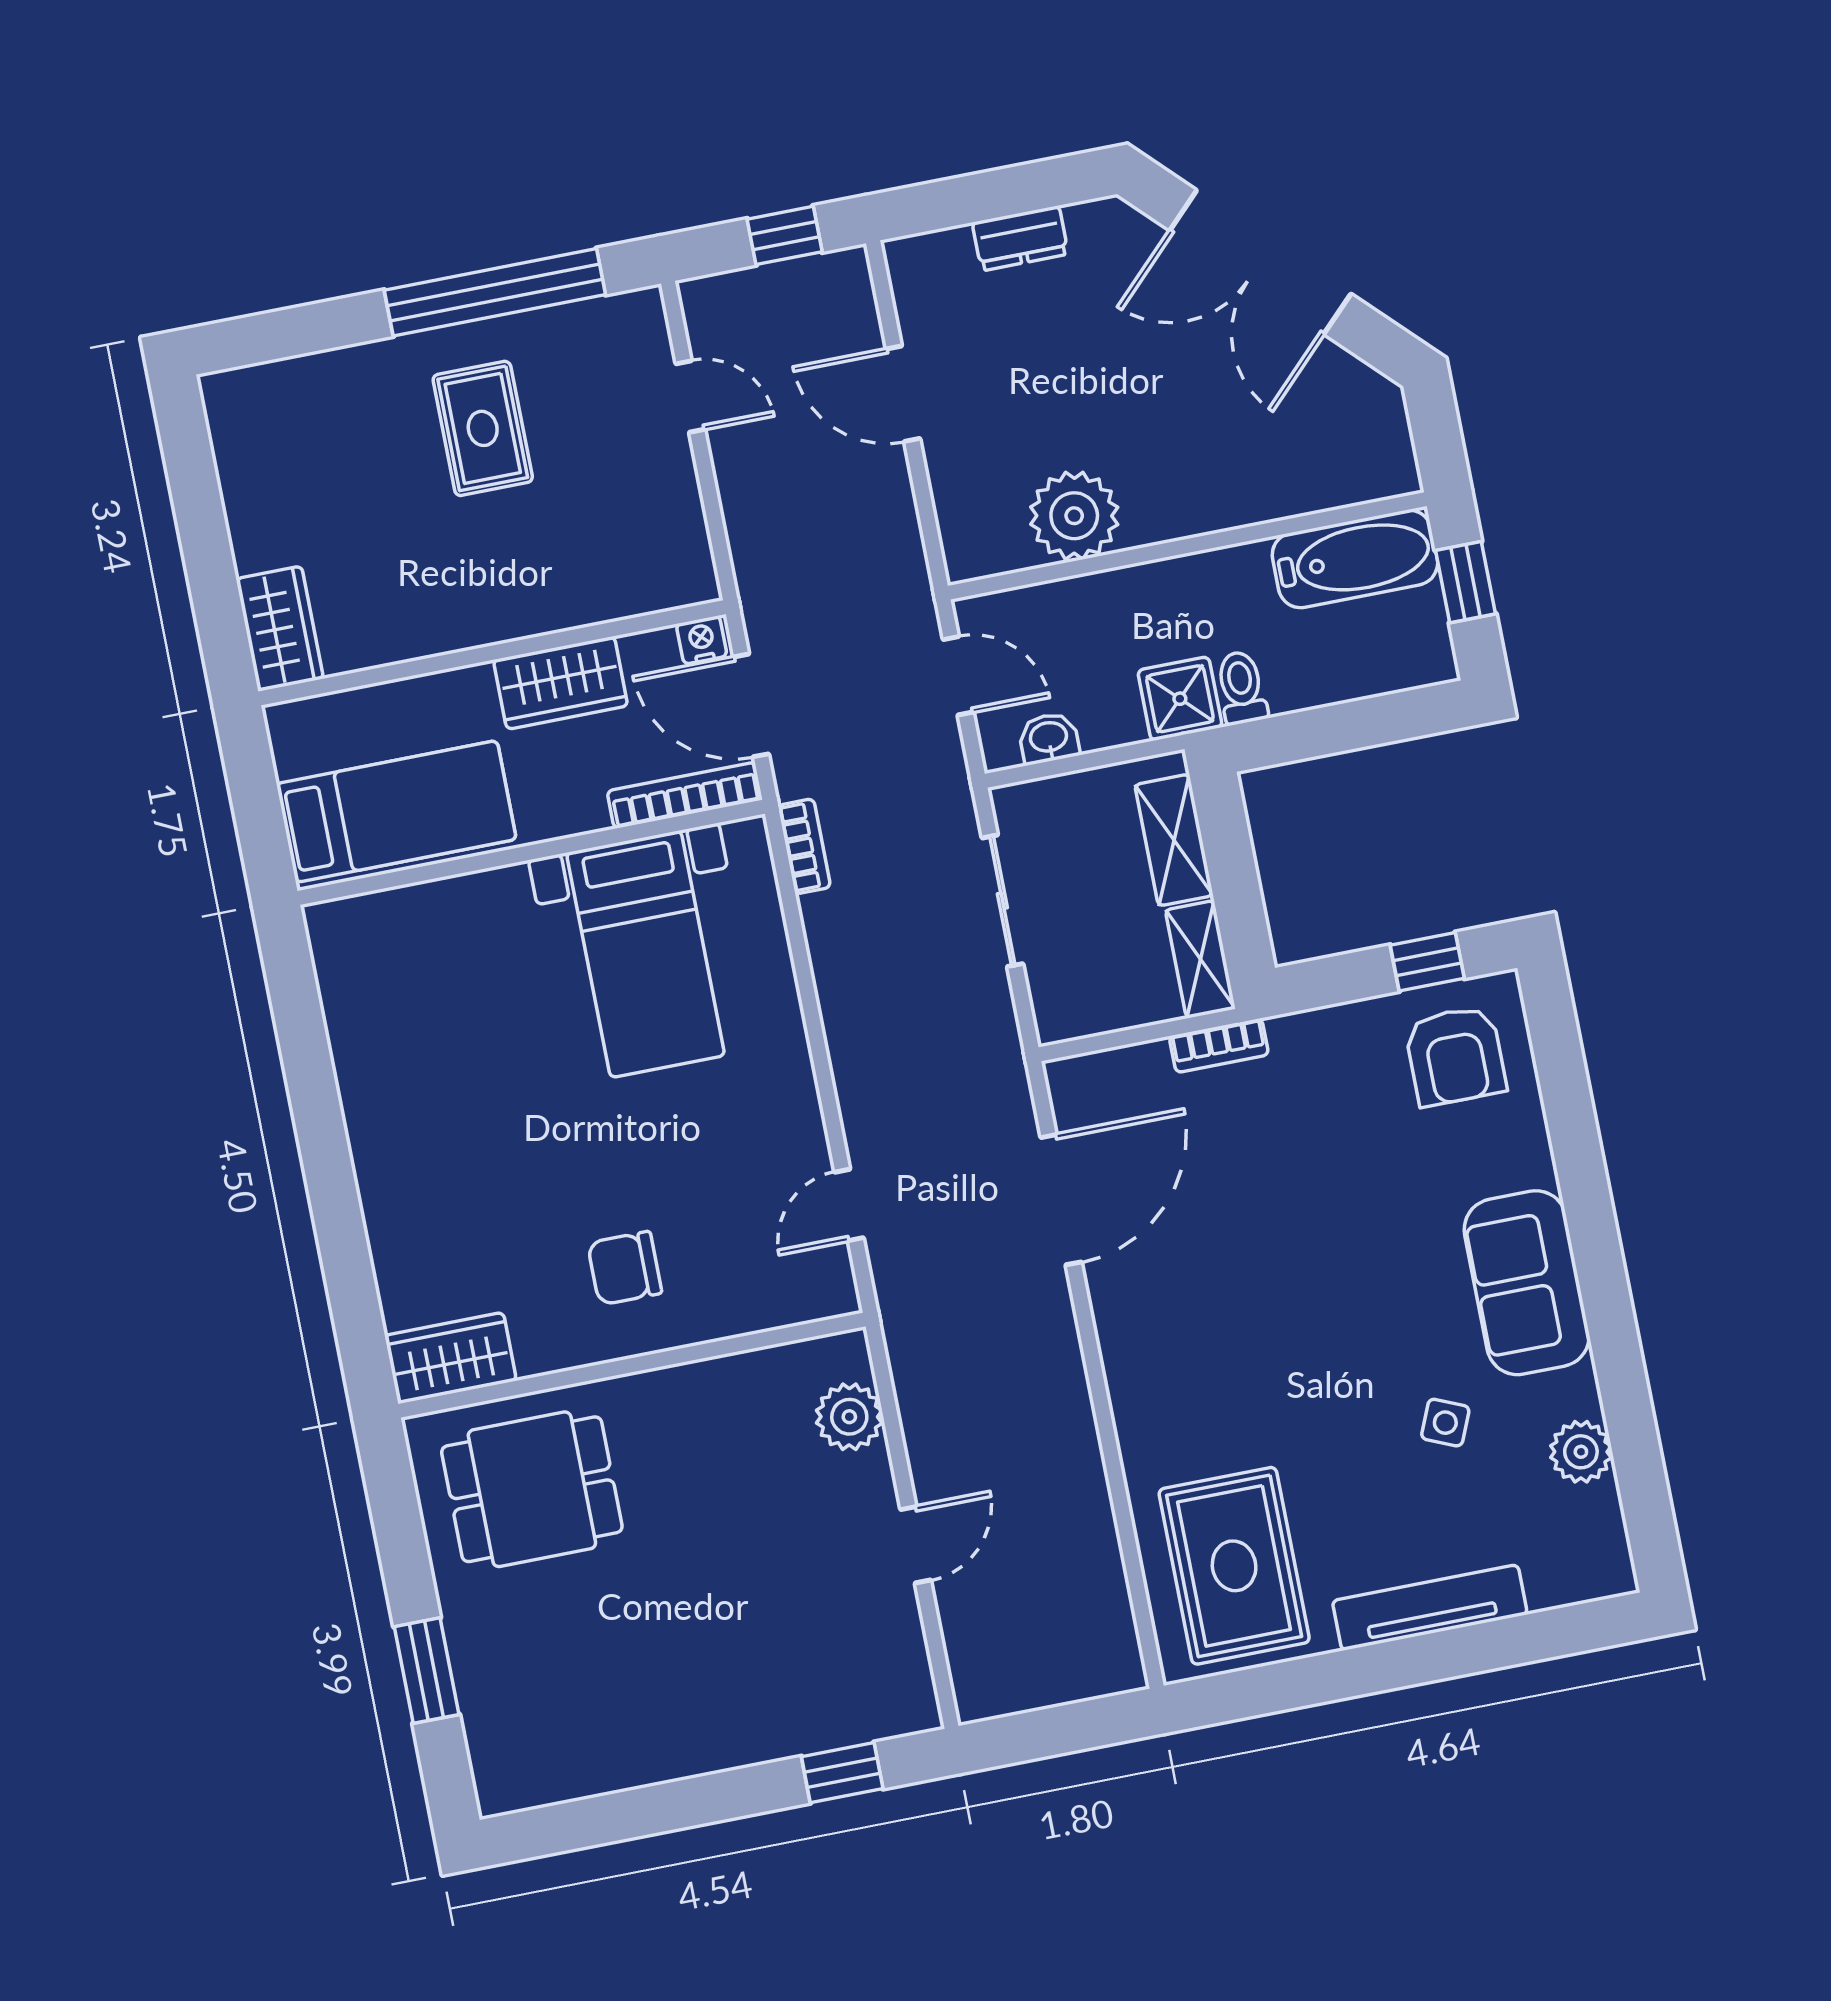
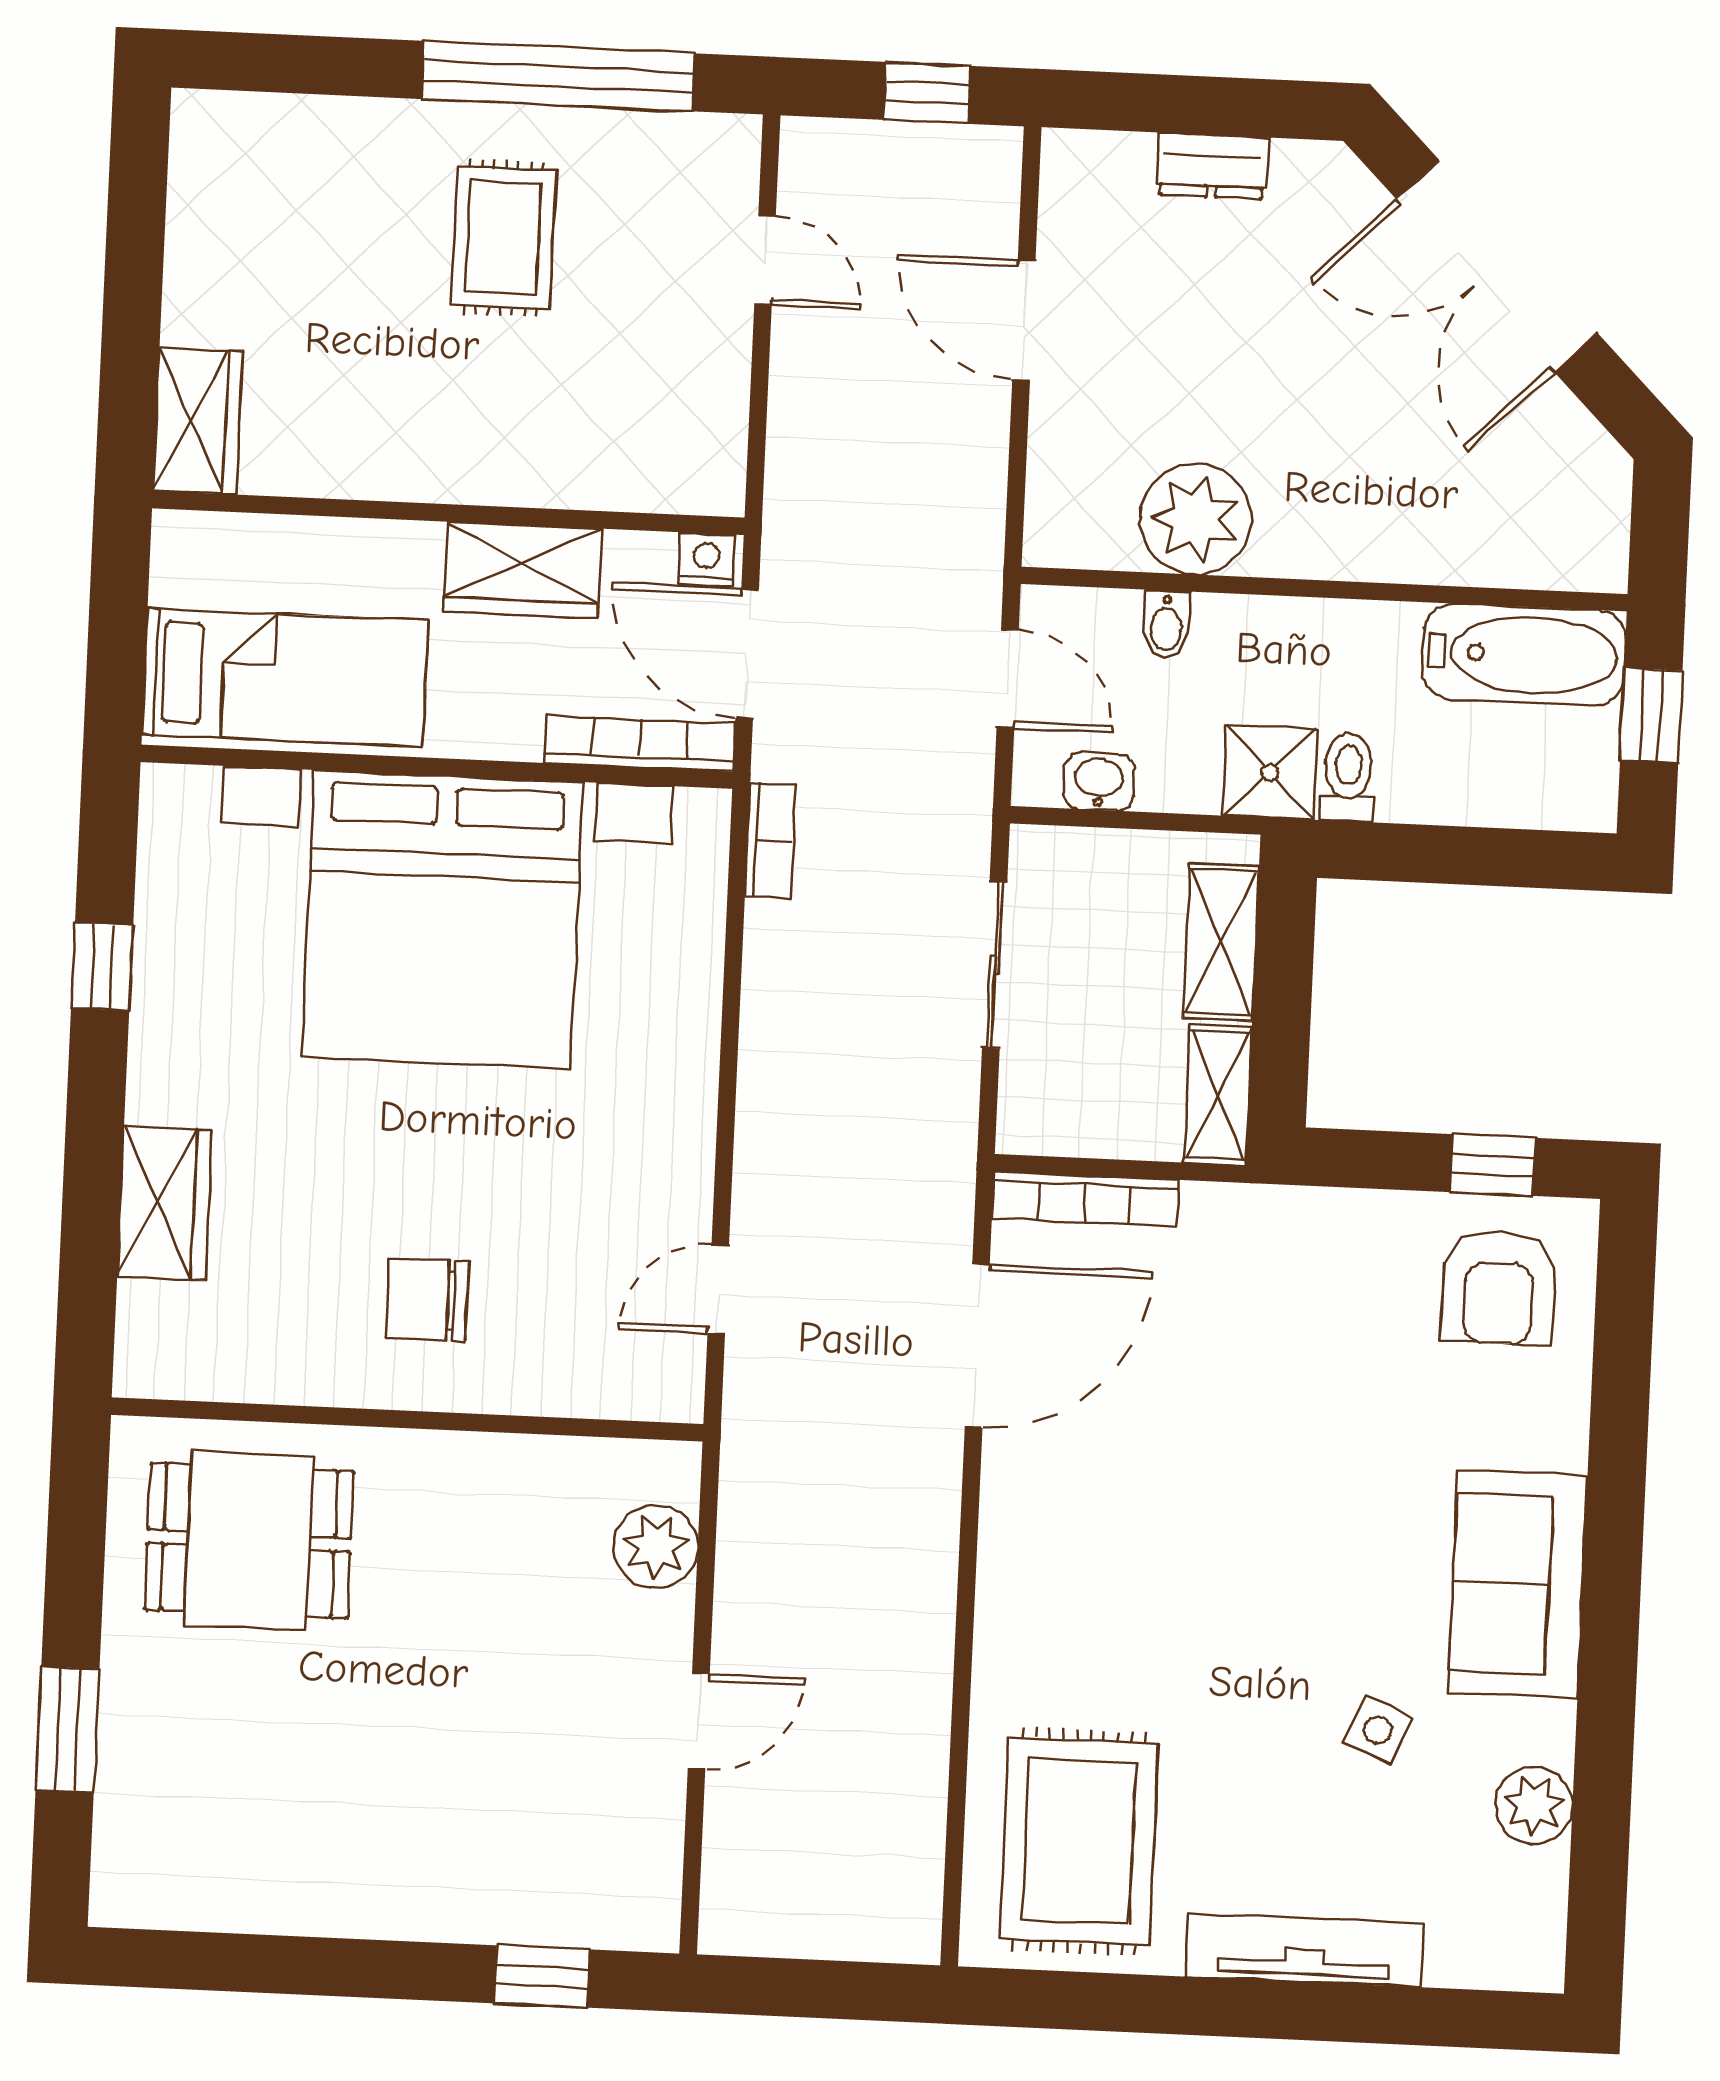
bidet: (1071, 603) -> (1166, 625), added
bed with nightstands: (646, 954) -> (442, 920), width x1.85
bookcase: (1219, 1046) -> (1085, 1199), moved, width x1.56
window: (309, 1071) -> (102, 967), added
wardrobe: (451, 1358) -> (164, 1203), moved, turned 90

